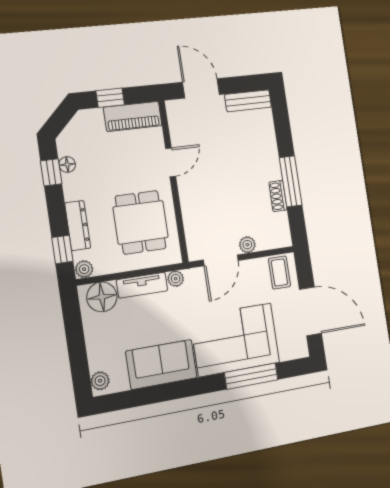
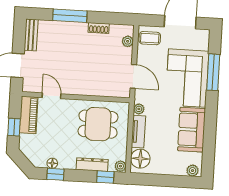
door: (171, 162) -> (51, 96), moved
window: (291, 181) -> (70, 16), moved
plant: (247, 245) -> (128, 41), moved

